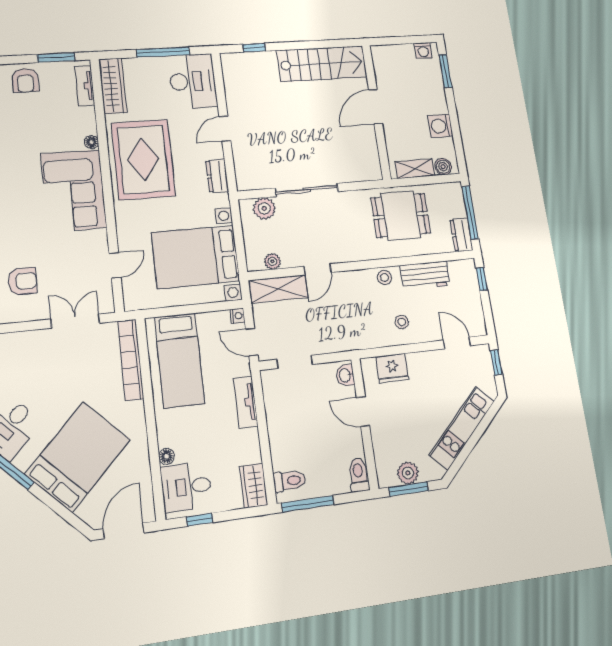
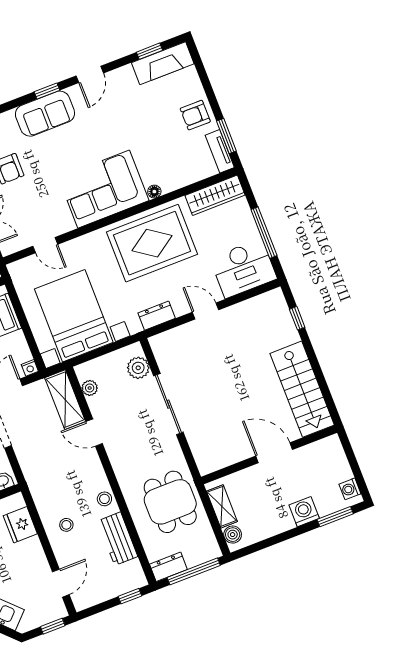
tv unit: (85, 86) -> (220, 151), moved, turned -90
washing machine: (440, 126) -> (304, 512), moved

